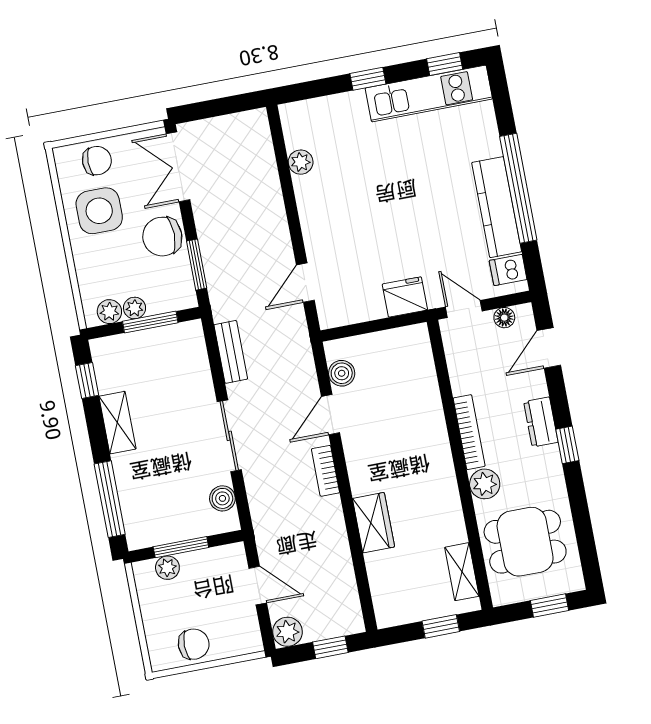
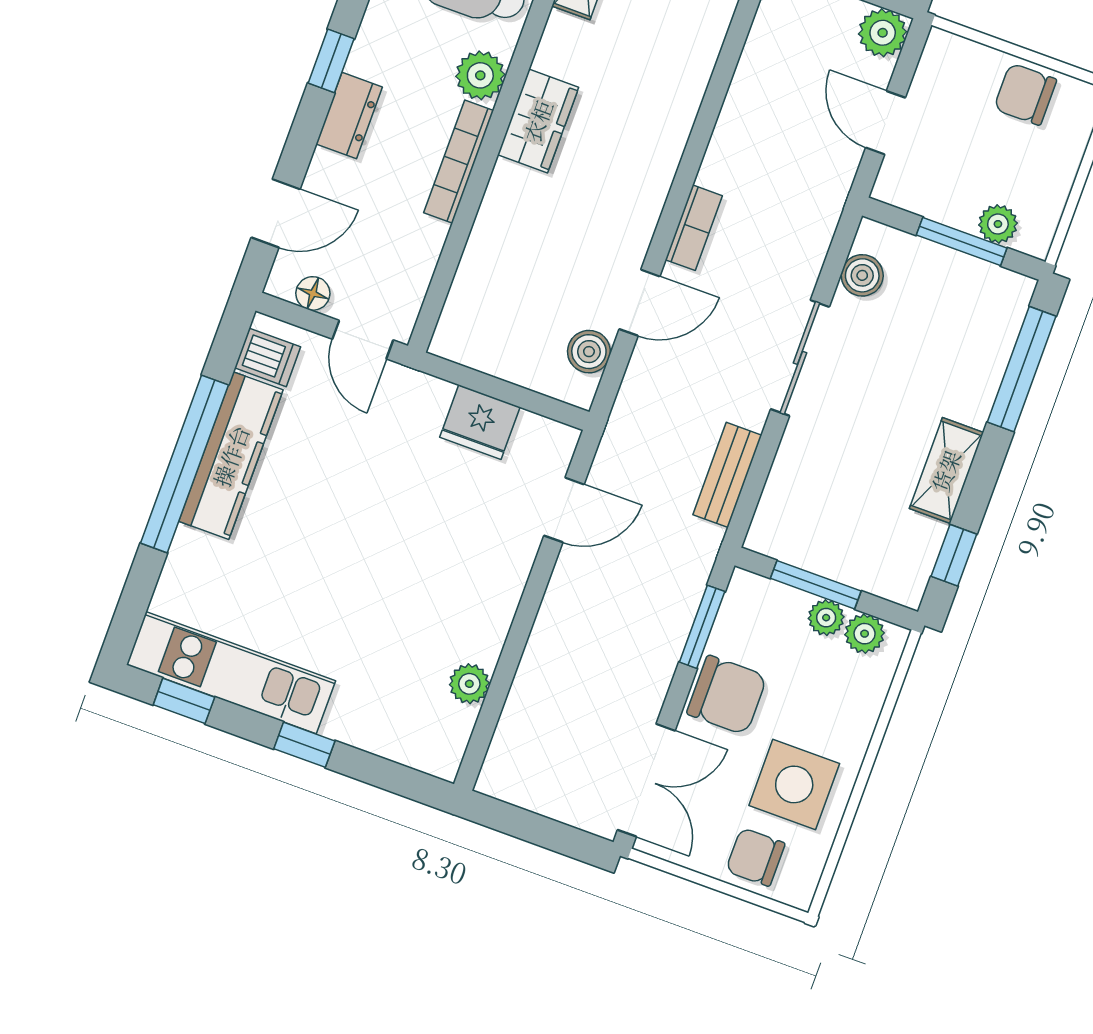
fridge: (405, 297) -> (480, 422), moved
wardrobe: (373, 523) -> (538, 121), moved, turned 180

